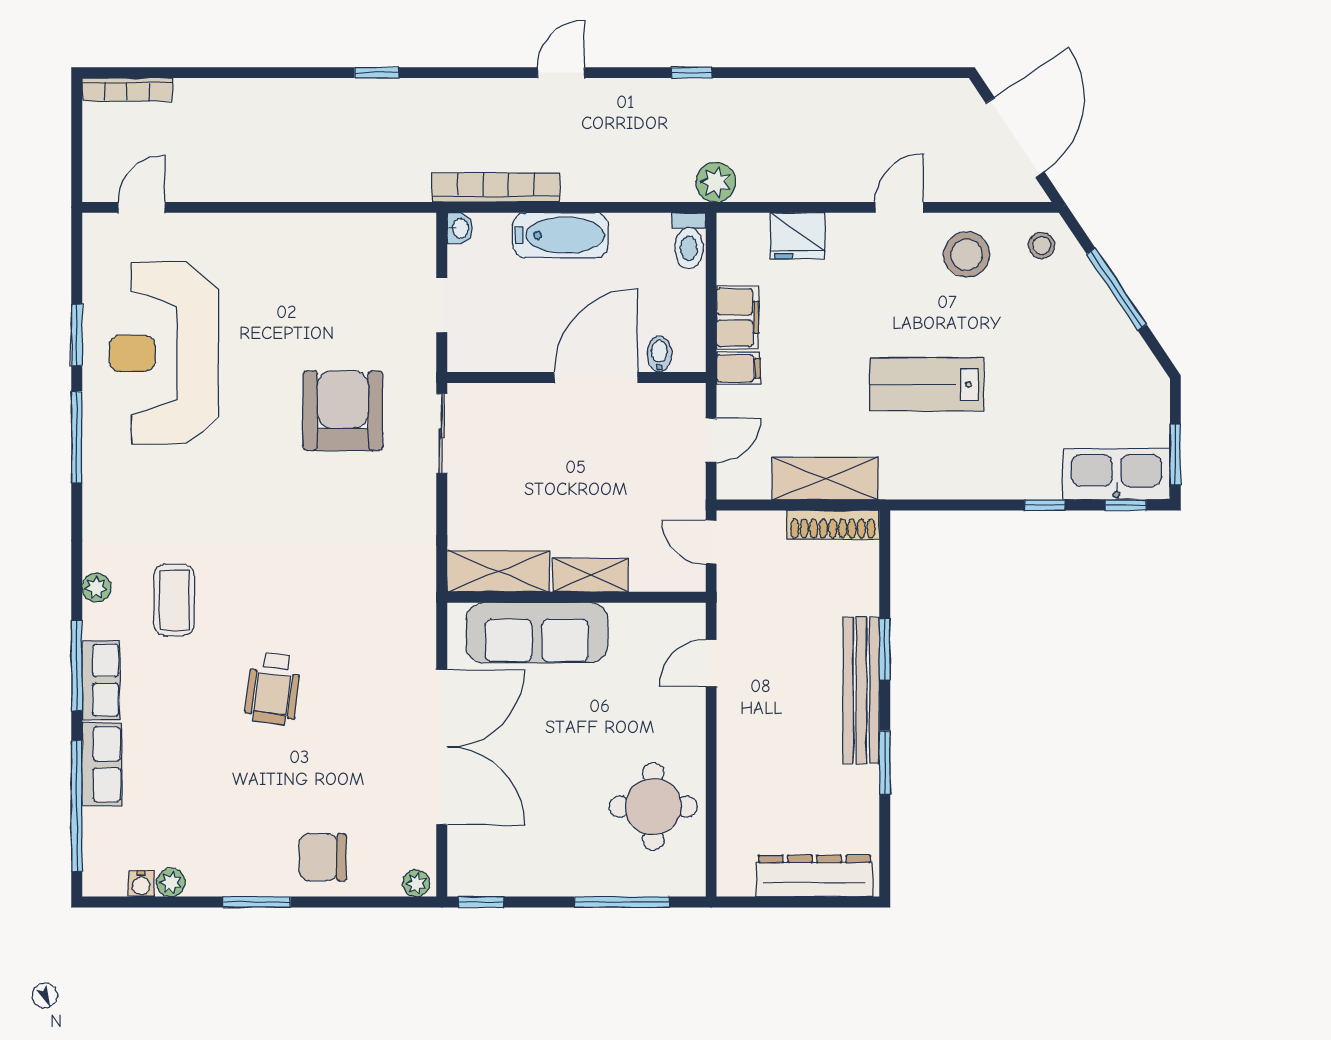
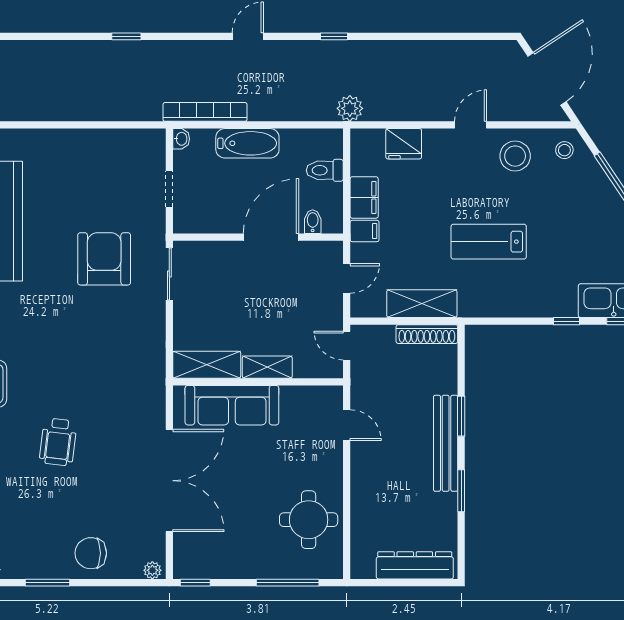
toilet: (689, 241) -> (325, 170), moved, turned 90
door: (711, 663) -> (347, 425), swing flipped

